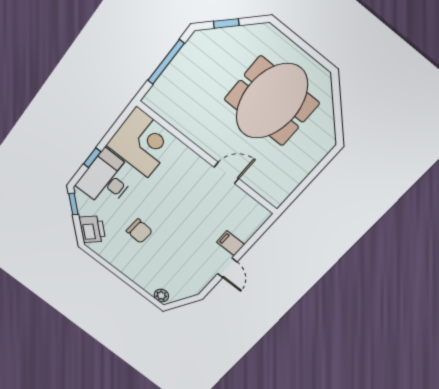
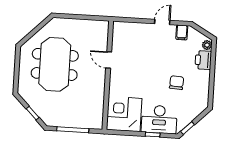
meeting table: (272, 101) -> (55, 64), turned 90
printer: (92, 229) -> (203, 60), moved, turned -45
filing cabinet: (231, 243) -> (182, 32), moved

